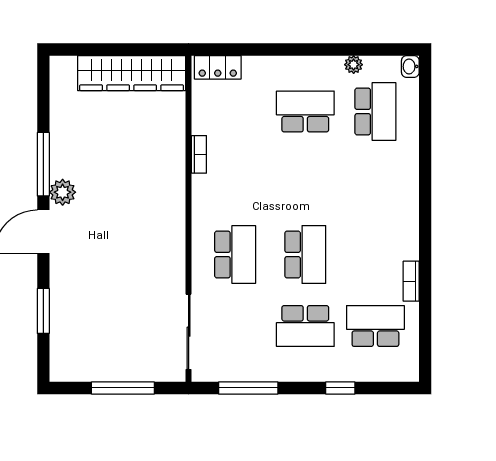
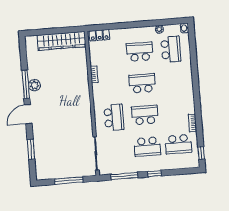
school desk: (305, 183) -> (142, 83), added
plant: (63, 192) -> (34, 85), moved
school desk: (305, 254) -> (145, 115), turned -90
school desk: (375, 326) -> (178, 144), turned 180
window: (425, 350) -> (201, 153), added
window: (340, 388) -> (154, 174), moved

